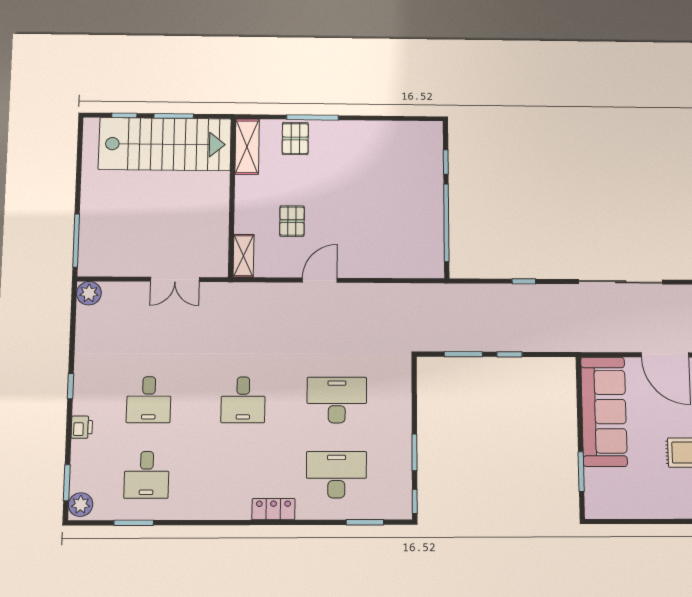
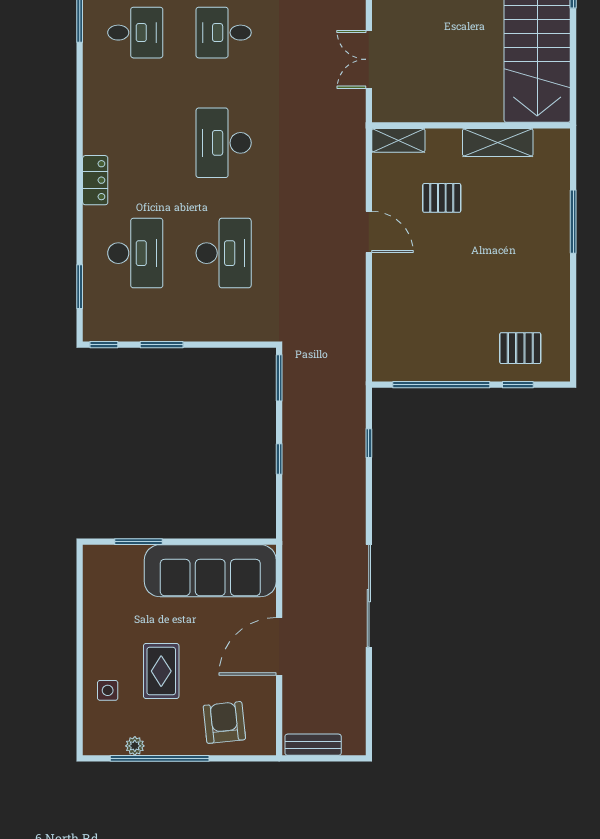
window: (174, 116) -> (573, 53), removed
pallet: (295, 139) -> (520, 348), moved
shelving: (247, 147) -> (498, 142), moved
window: (524, 281) -> (369, 443), moved
window: (463, 354) -> (279, 378), moved
desk: (243, 400) -> (224, 143), width x1.37
desk: (147, 475) -> (135, 33), turned 180

